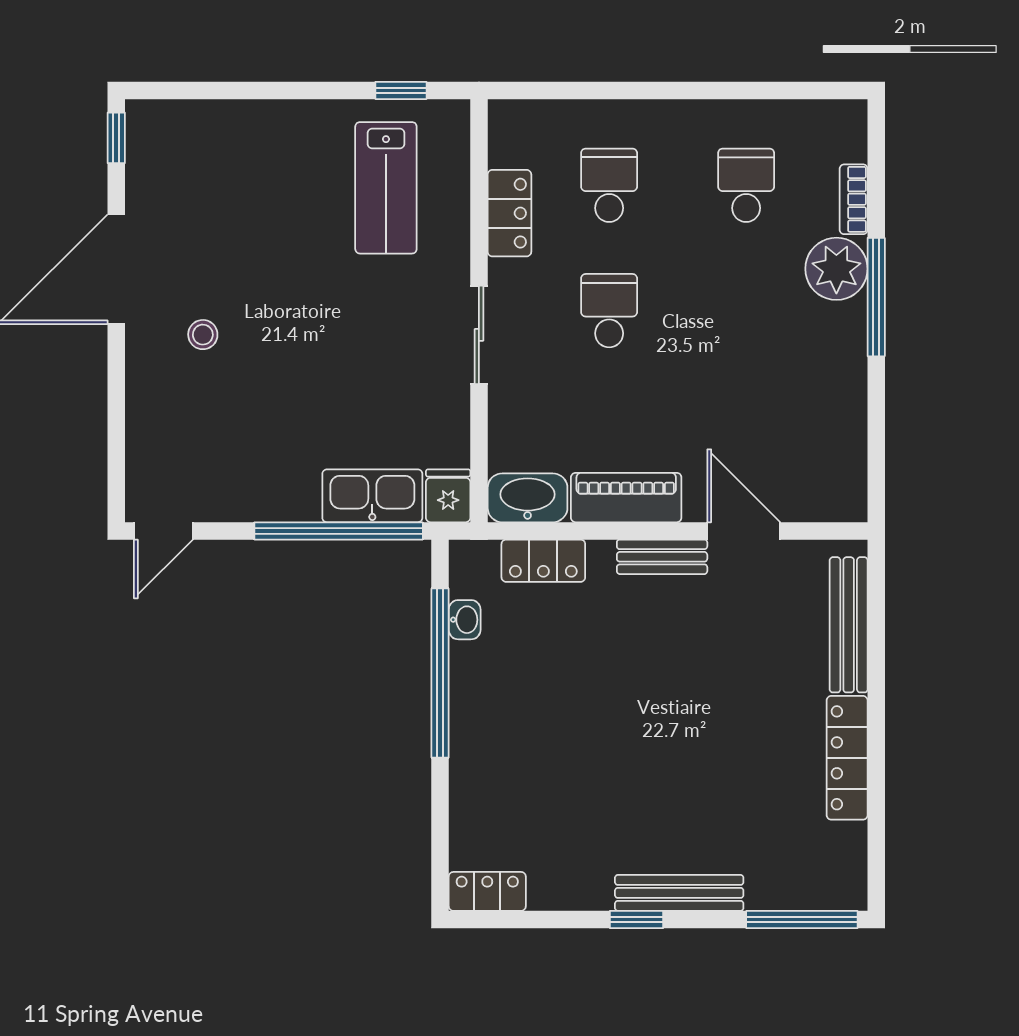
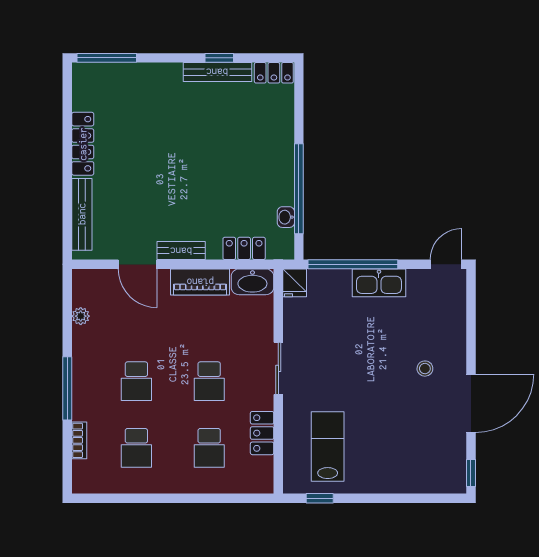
plant: (836, 269) -> (81, 316), moved, width x0.53, depth x0.53
school desk: (746, 311) -> (136, 381), added
kitchen sink: (372, 496) -> (379, 283), moved
bench: (679, 893) -> (217, 72), moved
window: (637, 920) -> (219, 58), moved

